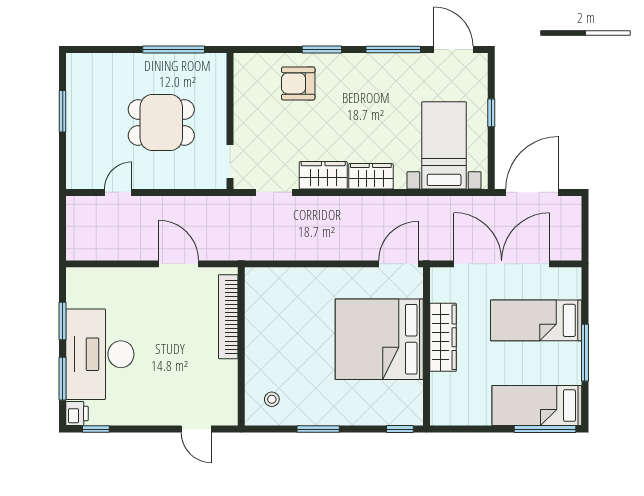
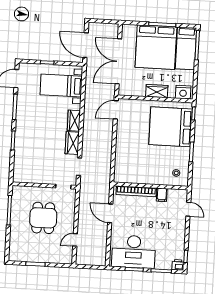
armchair: (298, 83) -> (28, 152), removed
door: (118, 192) -> (75, 240), hinge flipped
door: (179, 264) -> (110, 213), hinge flipped
door: (398, 264) -> (116, 110), hinge flipped
bed: (536, 320) -> (156, 47), width x2.04
wardrobe: (443, 337) -> (157, 91), width x0.67
bed: (379, 339) -> (170, 127), moved, turned 90
desk: (100, 354) -> (134, 252), moved
filing cabinet: (224, 371) -> (162, 195), added
nightstand: (444, 405) -> (183, 92), added
door: (196, 429) -> (188, 209), hinge flipped

